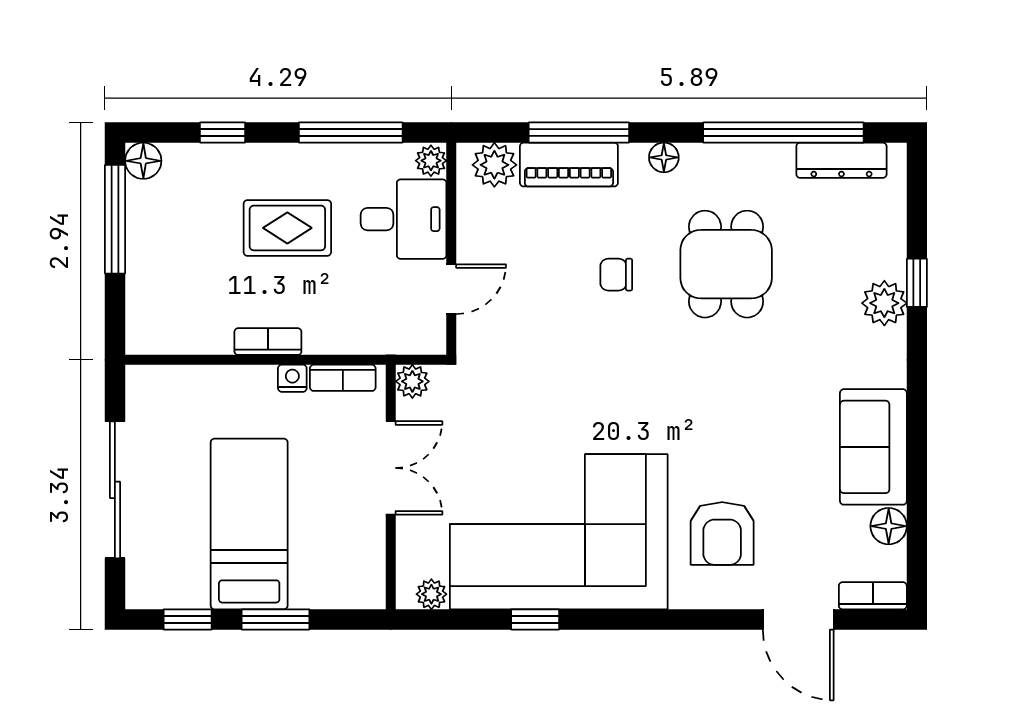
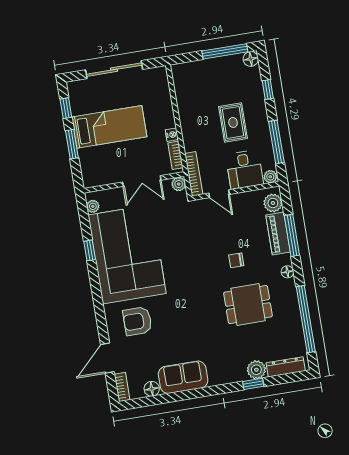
dresser: (841, 160) -> (286, 367), moved, turned 90
chair: (616, 275) -> (236, 260), turned -90
plant: (884, 303) -> (256, 370), moved
bookcase: (268, 342) -> (194, 174), moved, width x1.56

